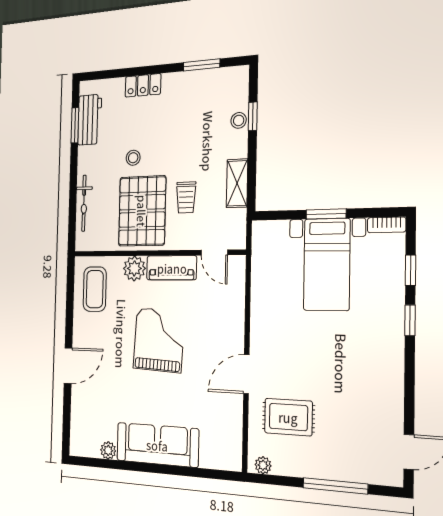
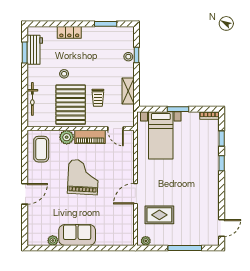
bed with nightstands: (327, 265) -> (161, 135), moved
sofa: (157, 445) -> (77, 235), width x0.73

